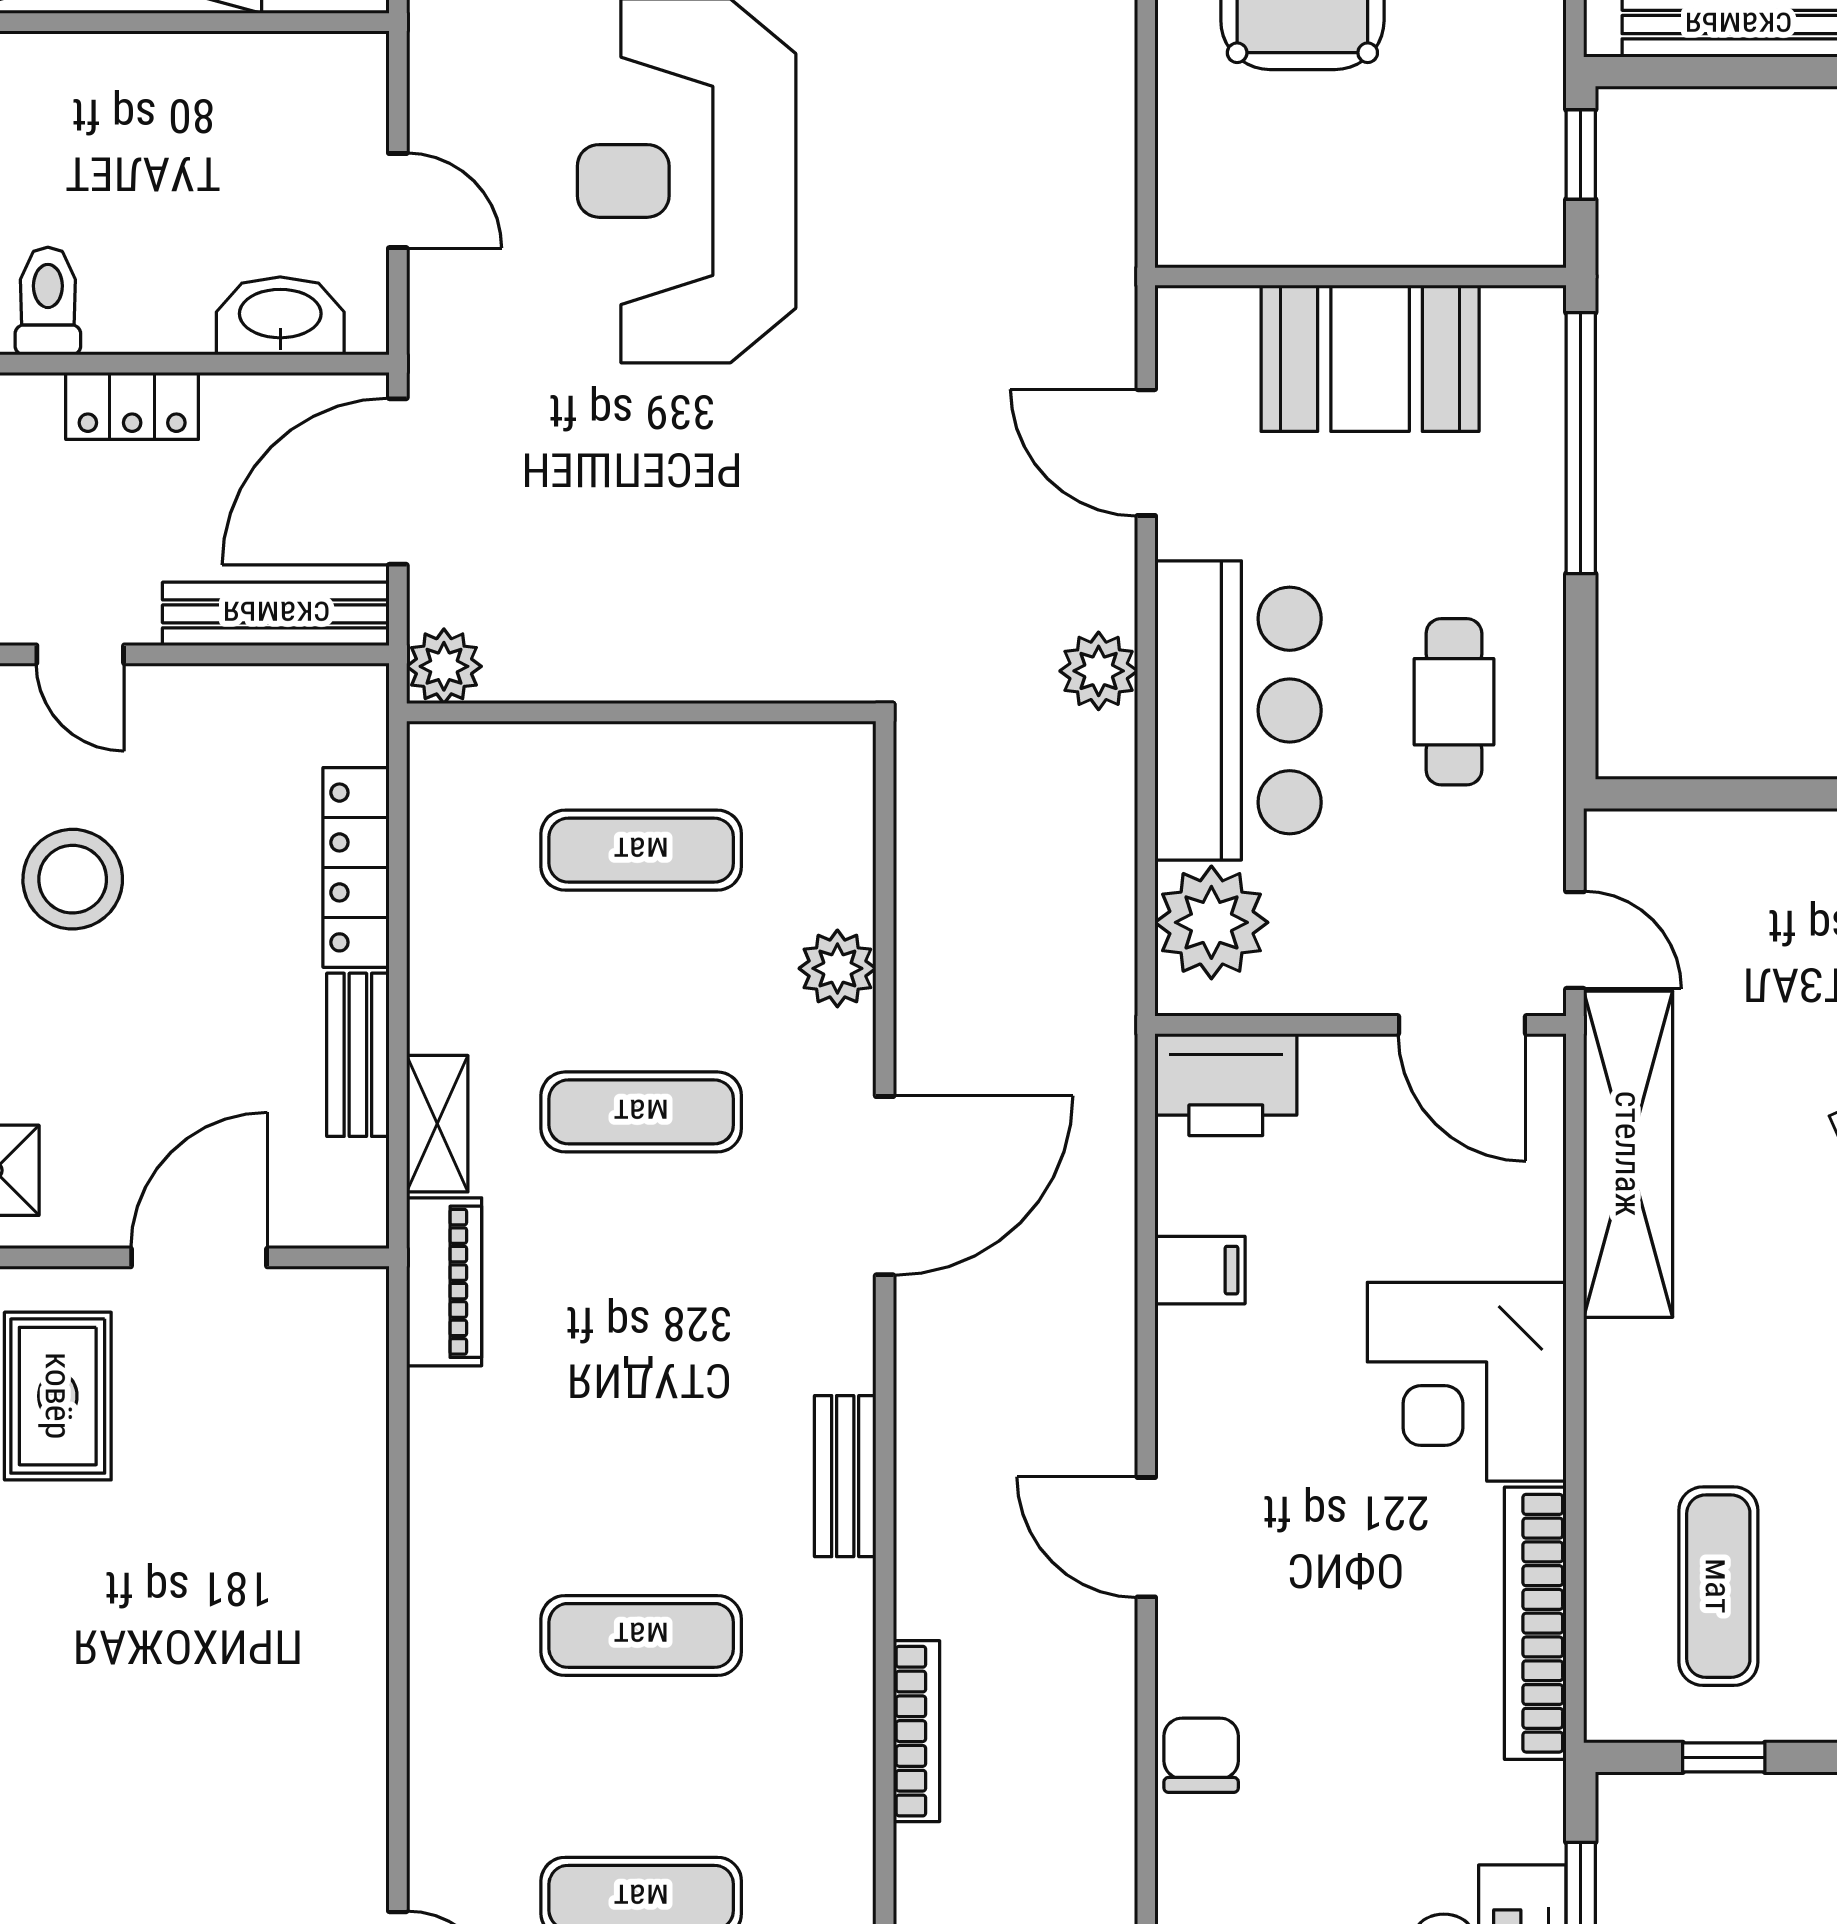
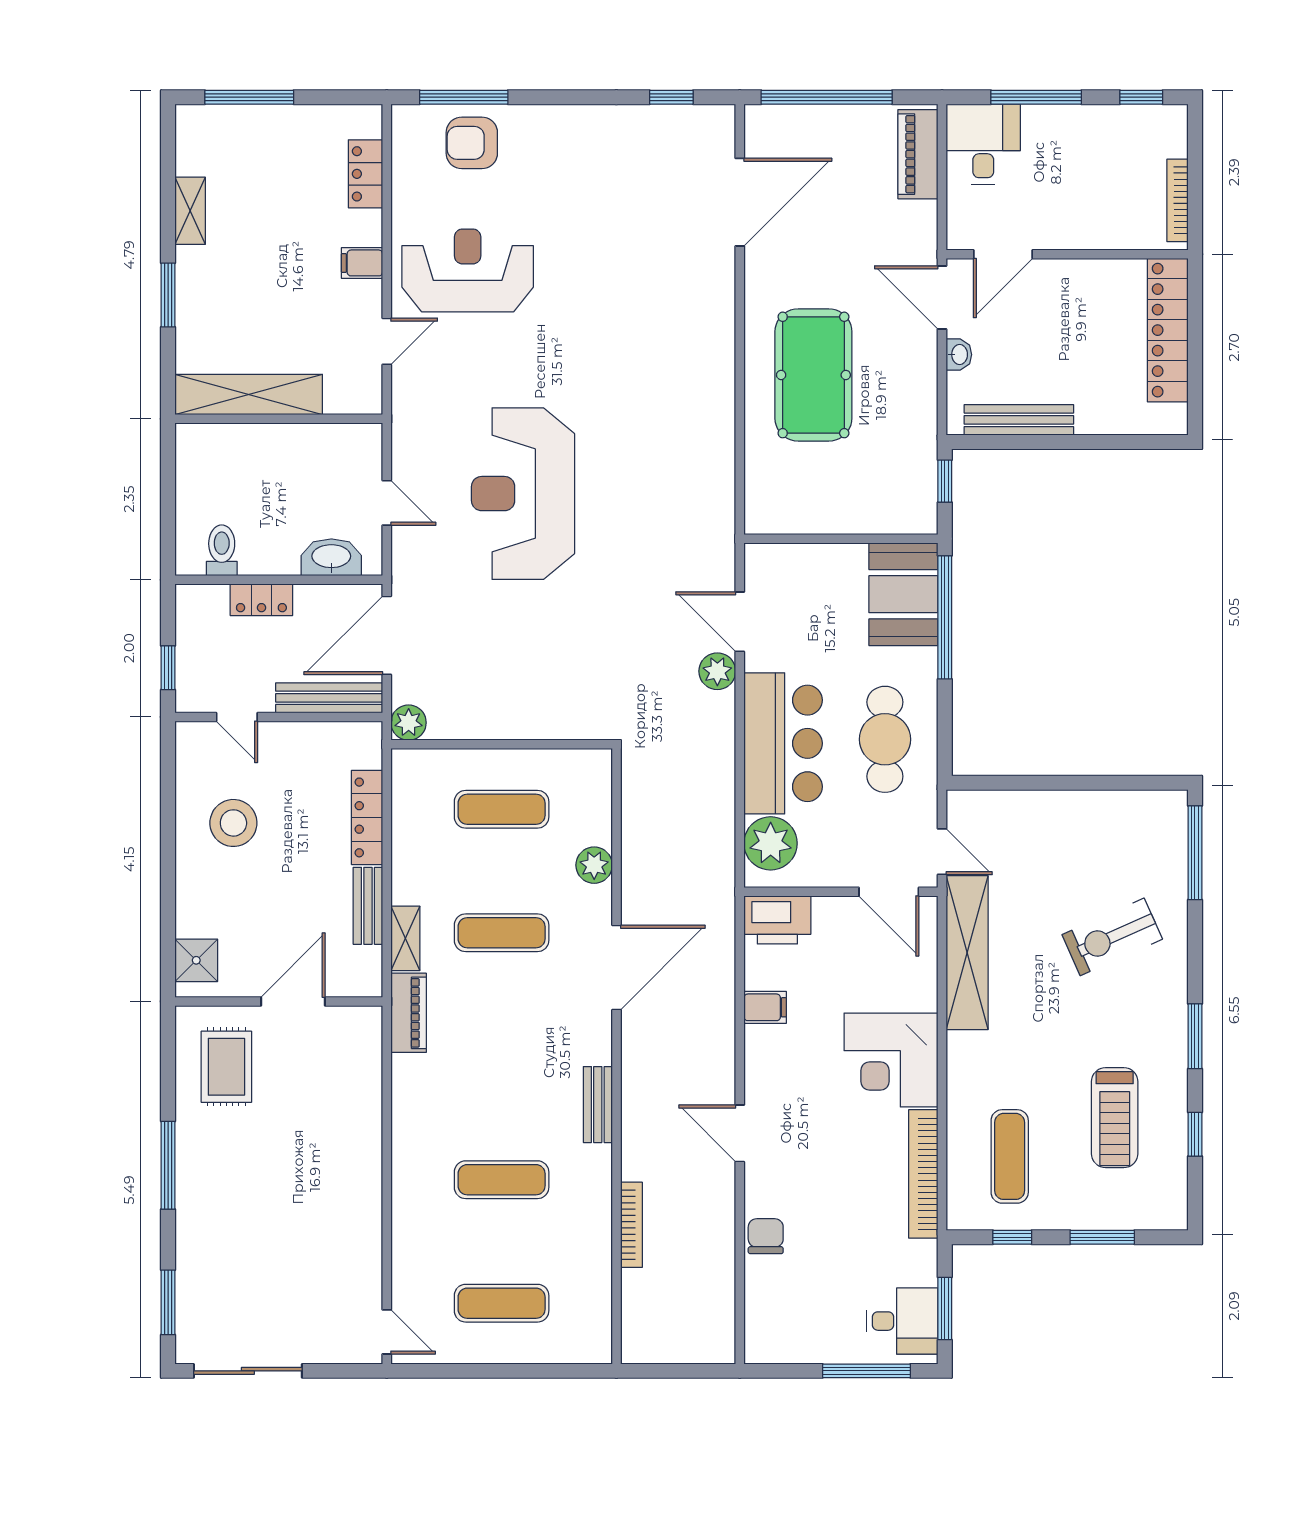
booth: (1370, 358) -> (903, 594), moved, turned 90
plant: (1099, 671) -> (717, 671), moved
cafe table: (1454, 702) -> (885, 739), width x1.37, depth x1.35

